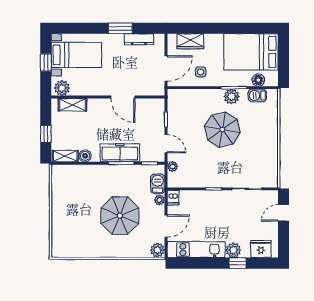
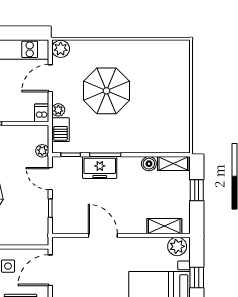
freezer: (120, 153) -> (100, 167), width x0.71

